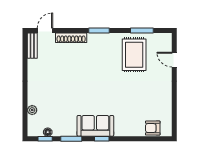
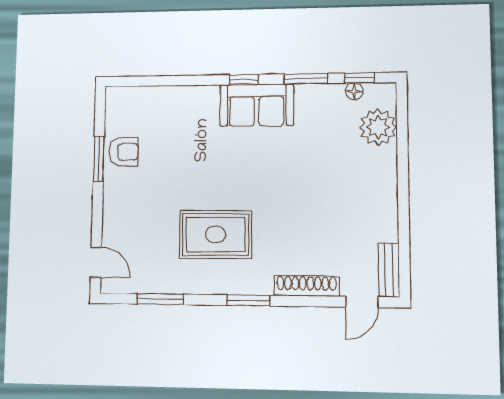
rug: (134, 55) -> (215, 235), moved, turned 90
door: (174, 60) -> (96, 262), moved
window: (174, 100) -> (99, 159), added
plant: (32, 110) -> (378, 127), width x1.88, depth x1.88
armchair: (153, 128) -> (124, 152), moved

